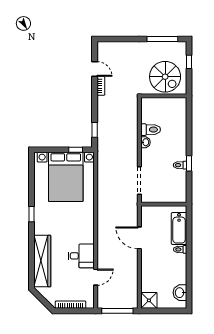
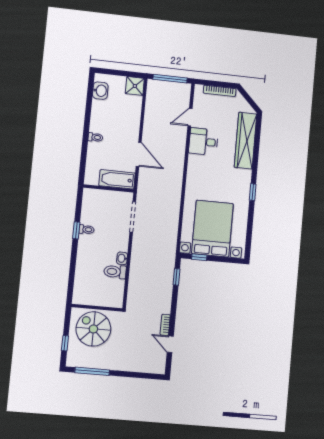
bathtub: (179, 229) -> (117, 179), moved, turned -90

